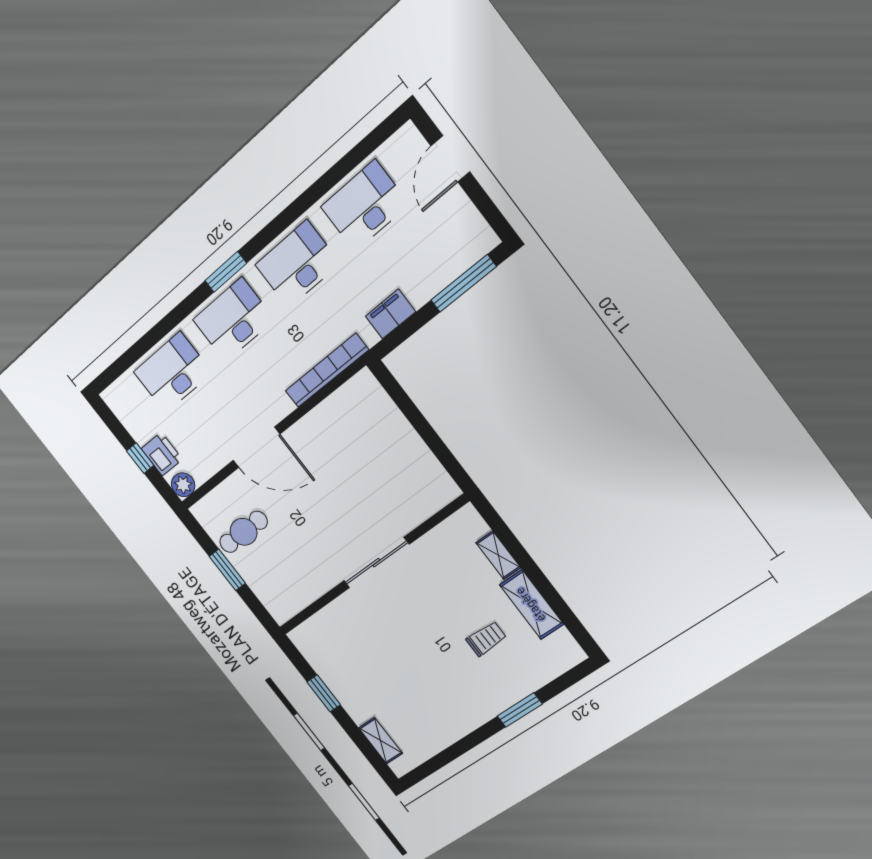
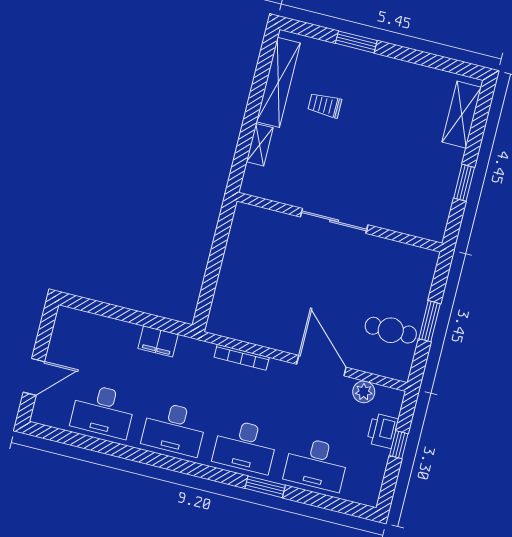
window: (226, 272) -> (265, 487), moved
window: (463, 283) -> (102, 309), removed
bookcase: (327, 371) -> (242, 357), width x0.68, depth x0.76
plant: (183, 485) -> (364, 392), moved
shelving: (532, 604) -> (278, 82), width x1.47
shelving: (381, 741) -> (462, 115), width x1.50, depth x1.33

